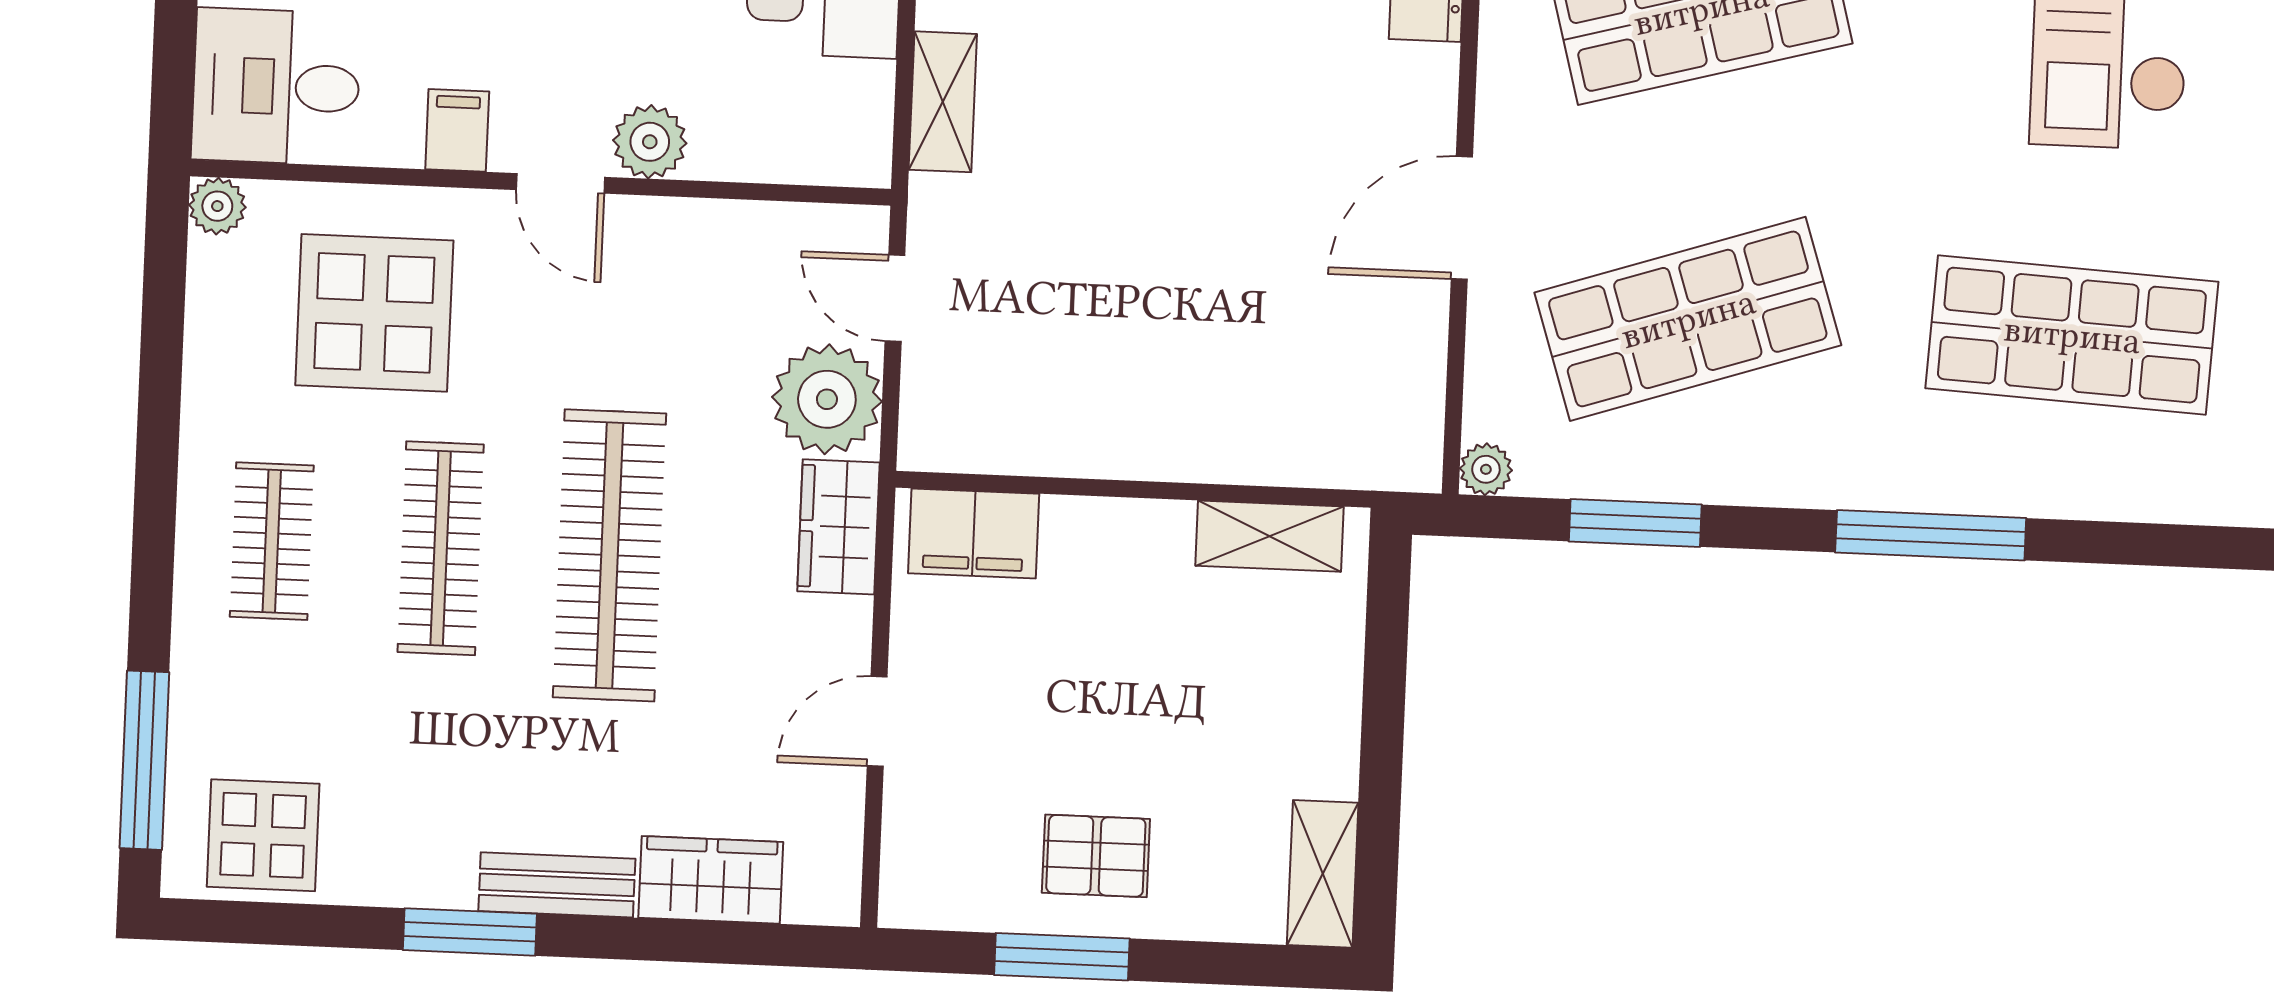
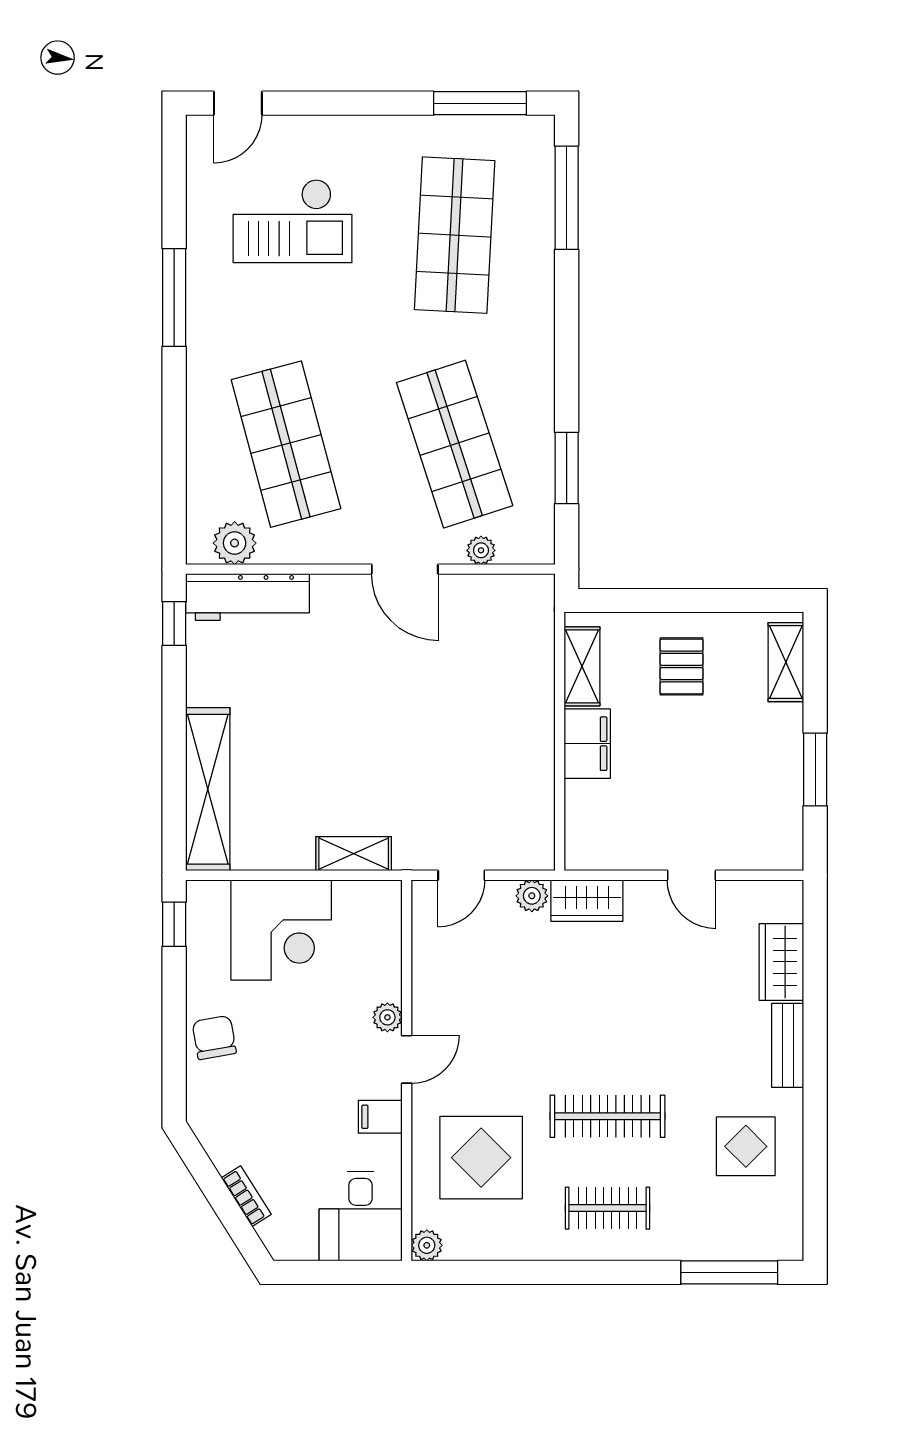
plant: (650, 142) -> (387, 1017), width x0.73, depth x0.73
plant: (827, 399) -> (532, 896), width x0.53, depth x0.53
plant: (1486, 469) -> (481, 550), moved
filing cabinet: (974, 534) -> (587, 744), moved
window: (1931, 535) -> (567, 198), moved
clothes rail: (609, 555) -> (607, 1024), removed
display table: (263, 835) -> (746, 1146), moved
pallet: (1096, 856) -> (682, 666), moved
shelving: (1323, 874) -> (786, 662), moved, turned 90
window: (470, 932) -> (815, 1092), removed

